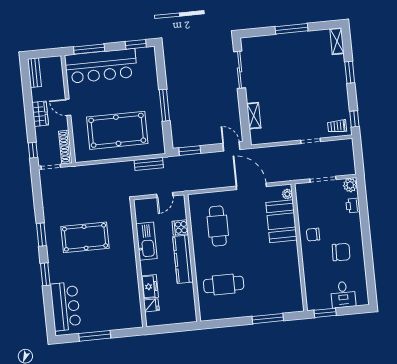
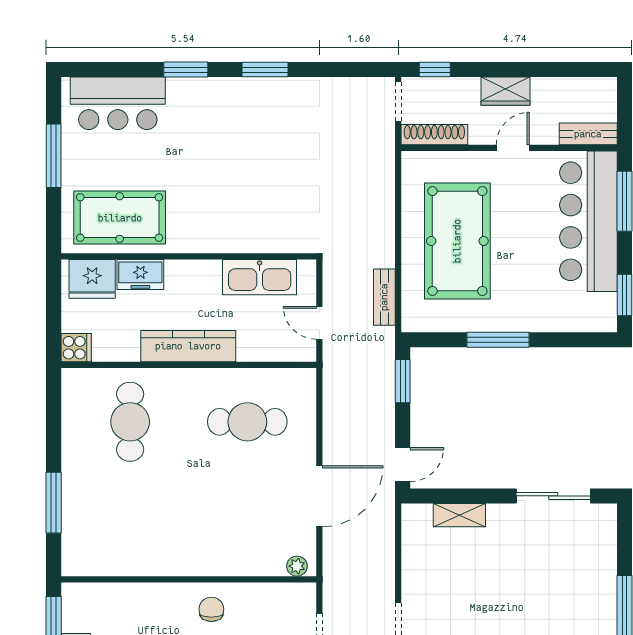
bench: (34, 73) -> (588, 134), moved
booth: (281, 221) -> (244, 549), removed
cooker: (180, 227) -> (76, 348), moved, turned 90
pool table: (85, 237) -> (120, 218), moved, turned 90
kitchen sink: (146, 241) -> (260, 277), moved
fridge: (151, 305) -> (92, 279), width x1.88, depth x1.34

